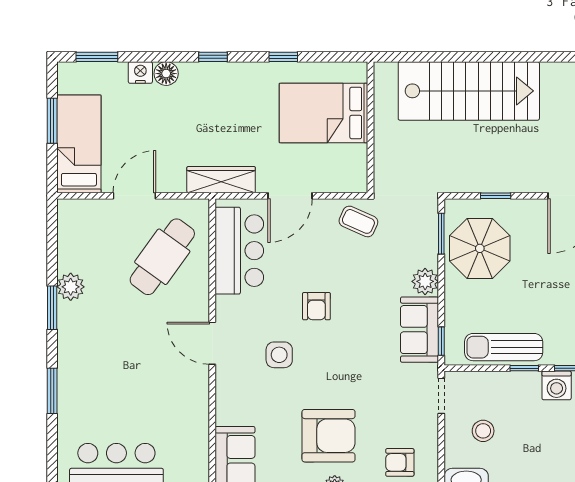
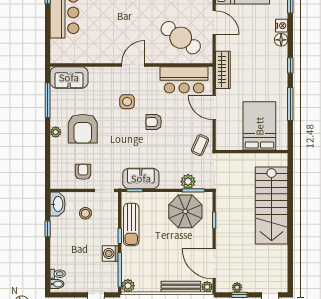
window: (283, 57) -> (290, 104), width x2.17
plant: (425, 281) -> (188, 182), moved
sun lounger: (504, 347) -> (131, 225), turned 180
armchair: (400, 462) -> (83, 172), moved

